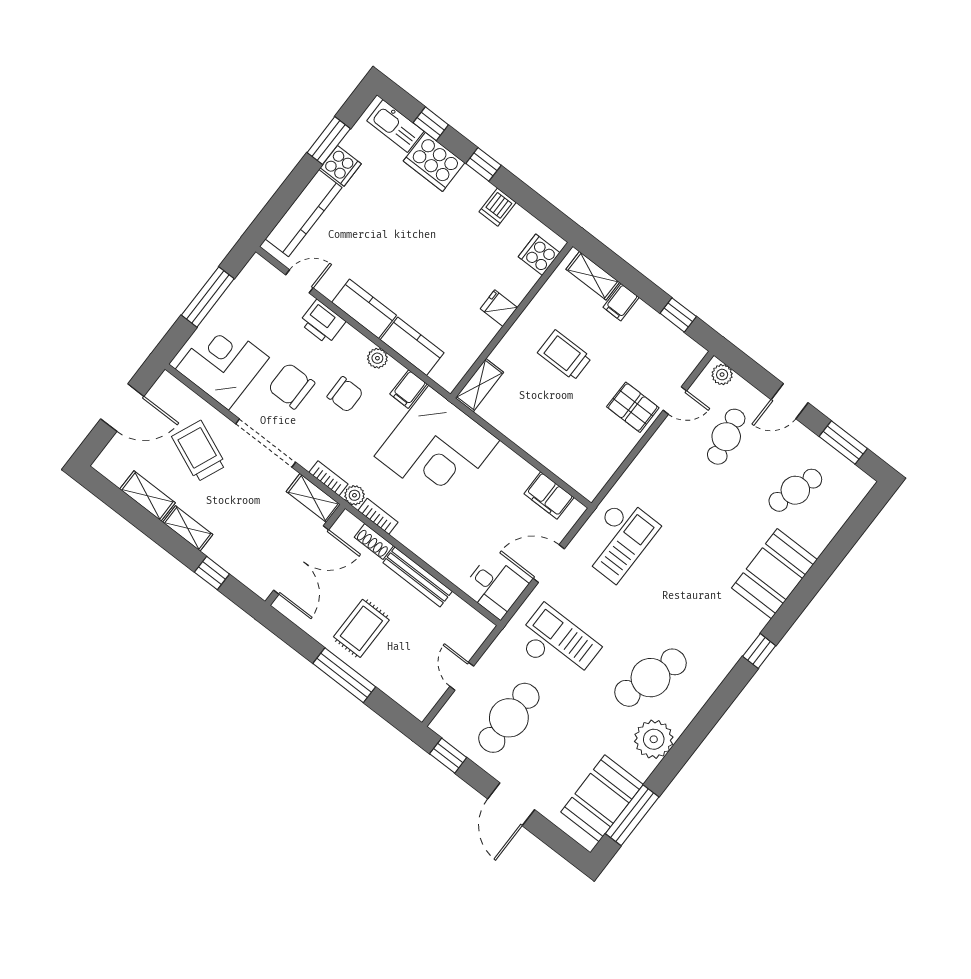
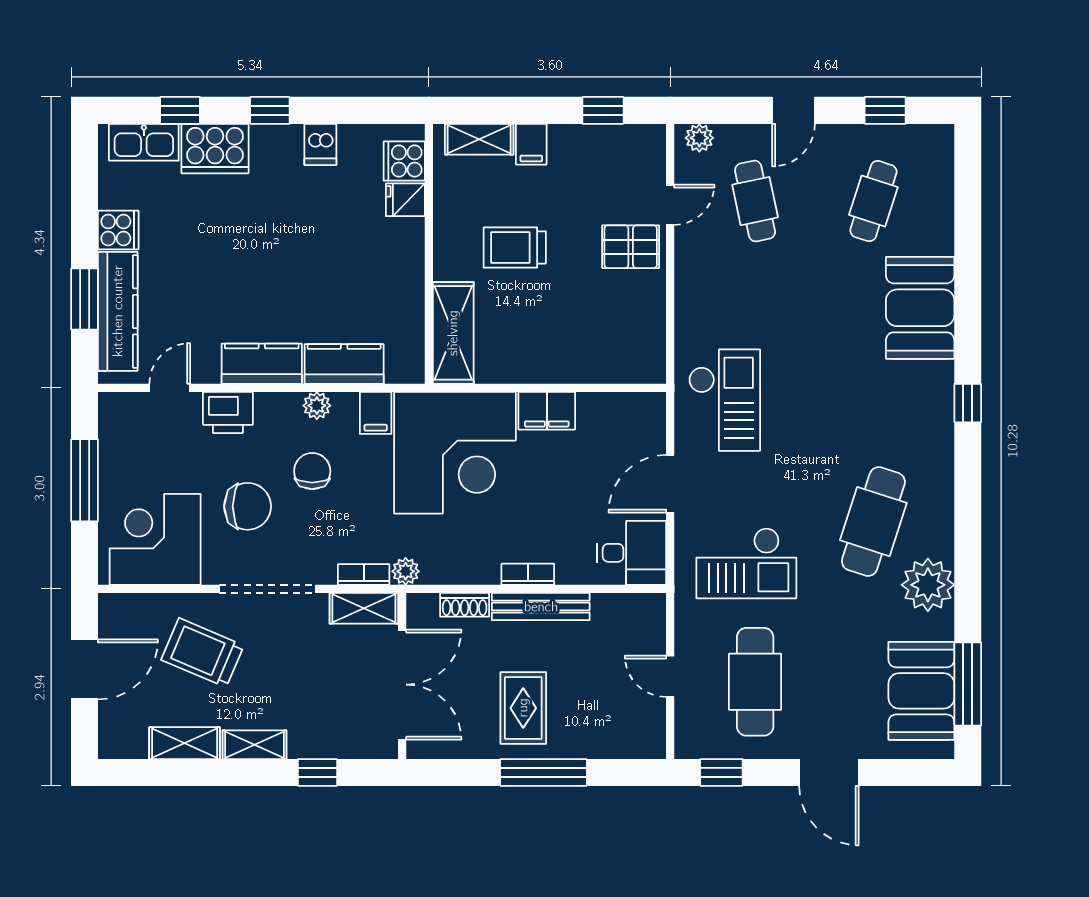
window: (329, 141) -> (85, 299), moved
fridge: (499, 308) -> (405, 200), moved
shelving: (479, 385) -> (453, 333), width x1.50, depth x1.33
chair: (291, 386) -> (248, 506), turned 180
chair: (345, 394) -> (312, 471), turned -90
window: (843, 443) -> (885, 110), width x0.67
filing cabinet: (549, 496) -> (547, 411), moved
bookcase: (378, 516) -> (528, 574), moved
checkout: (557, 645) -> (746, 563), turned 180

